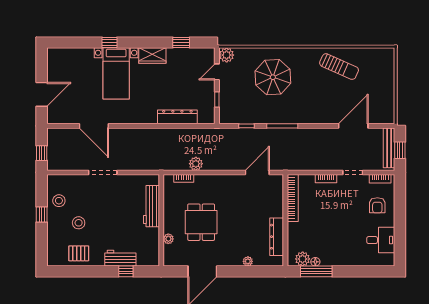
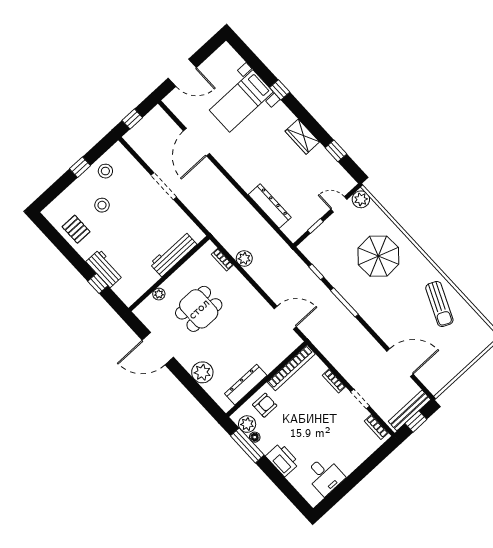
bed with nightstands: (116, 73) -> (241, 101), moved
armchair: (377, 205) -> (265, 405), moved, turned 180
printer: (346, 257) -> (283, 460), added
plant: (248, 261) -> (202, 372), width x1.87, depth x1.87

